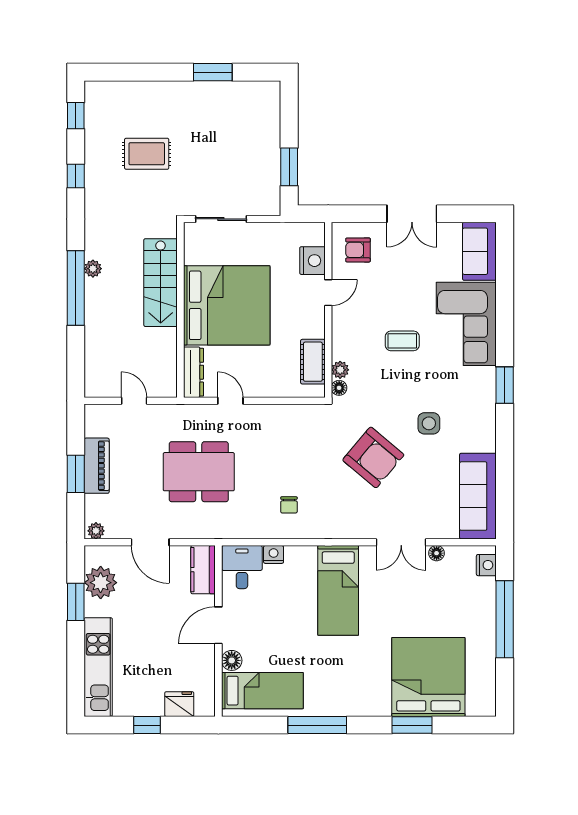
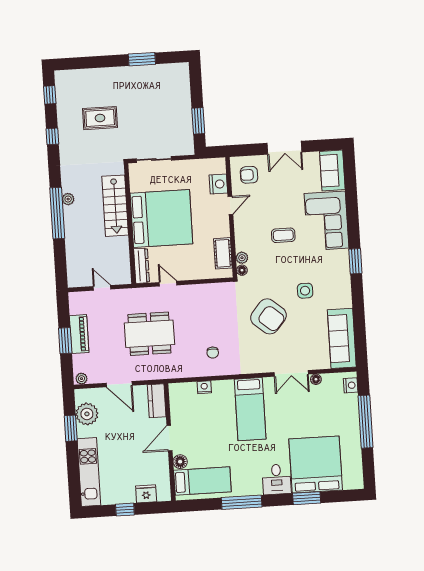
desk: (242, 567) -> (277, 479), moved, turned 180

